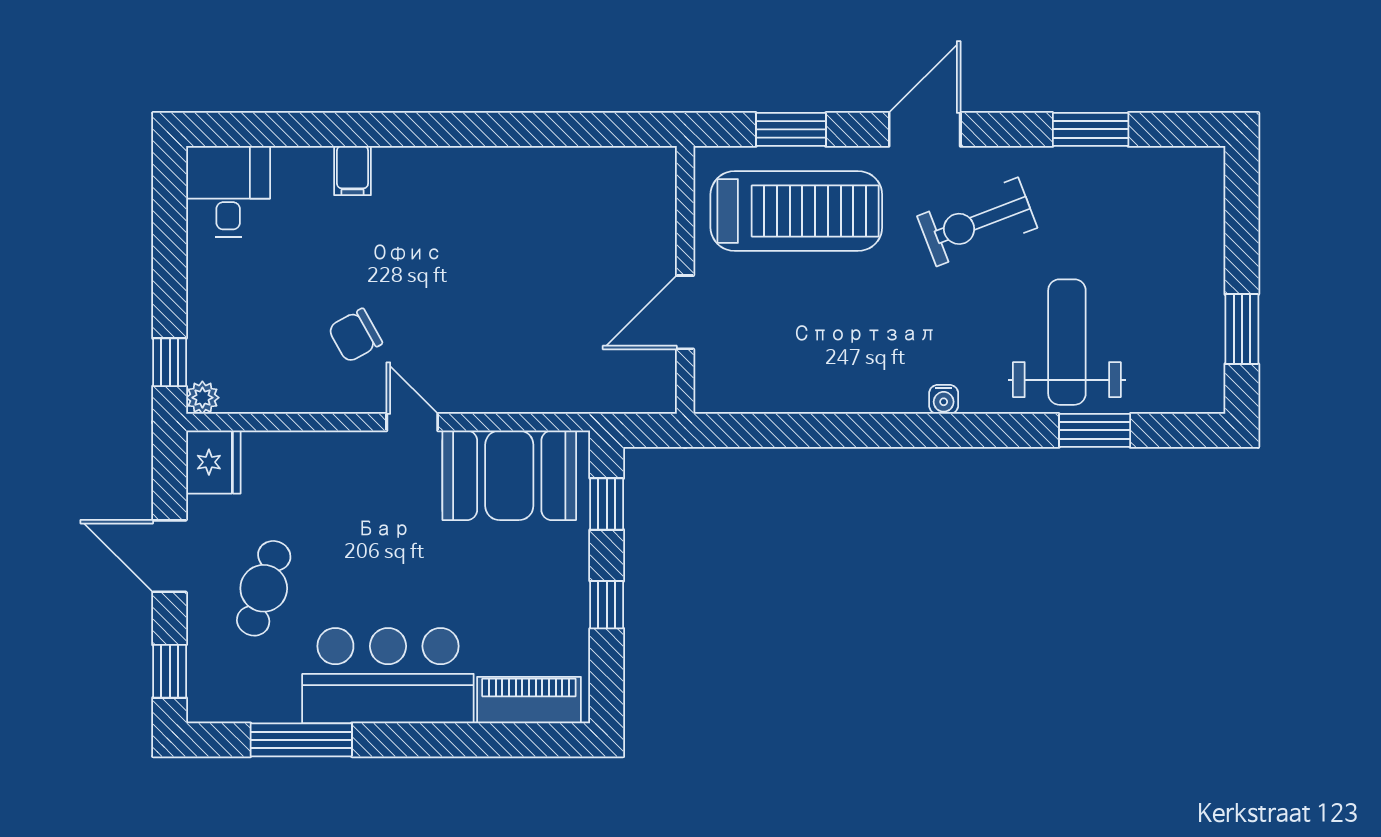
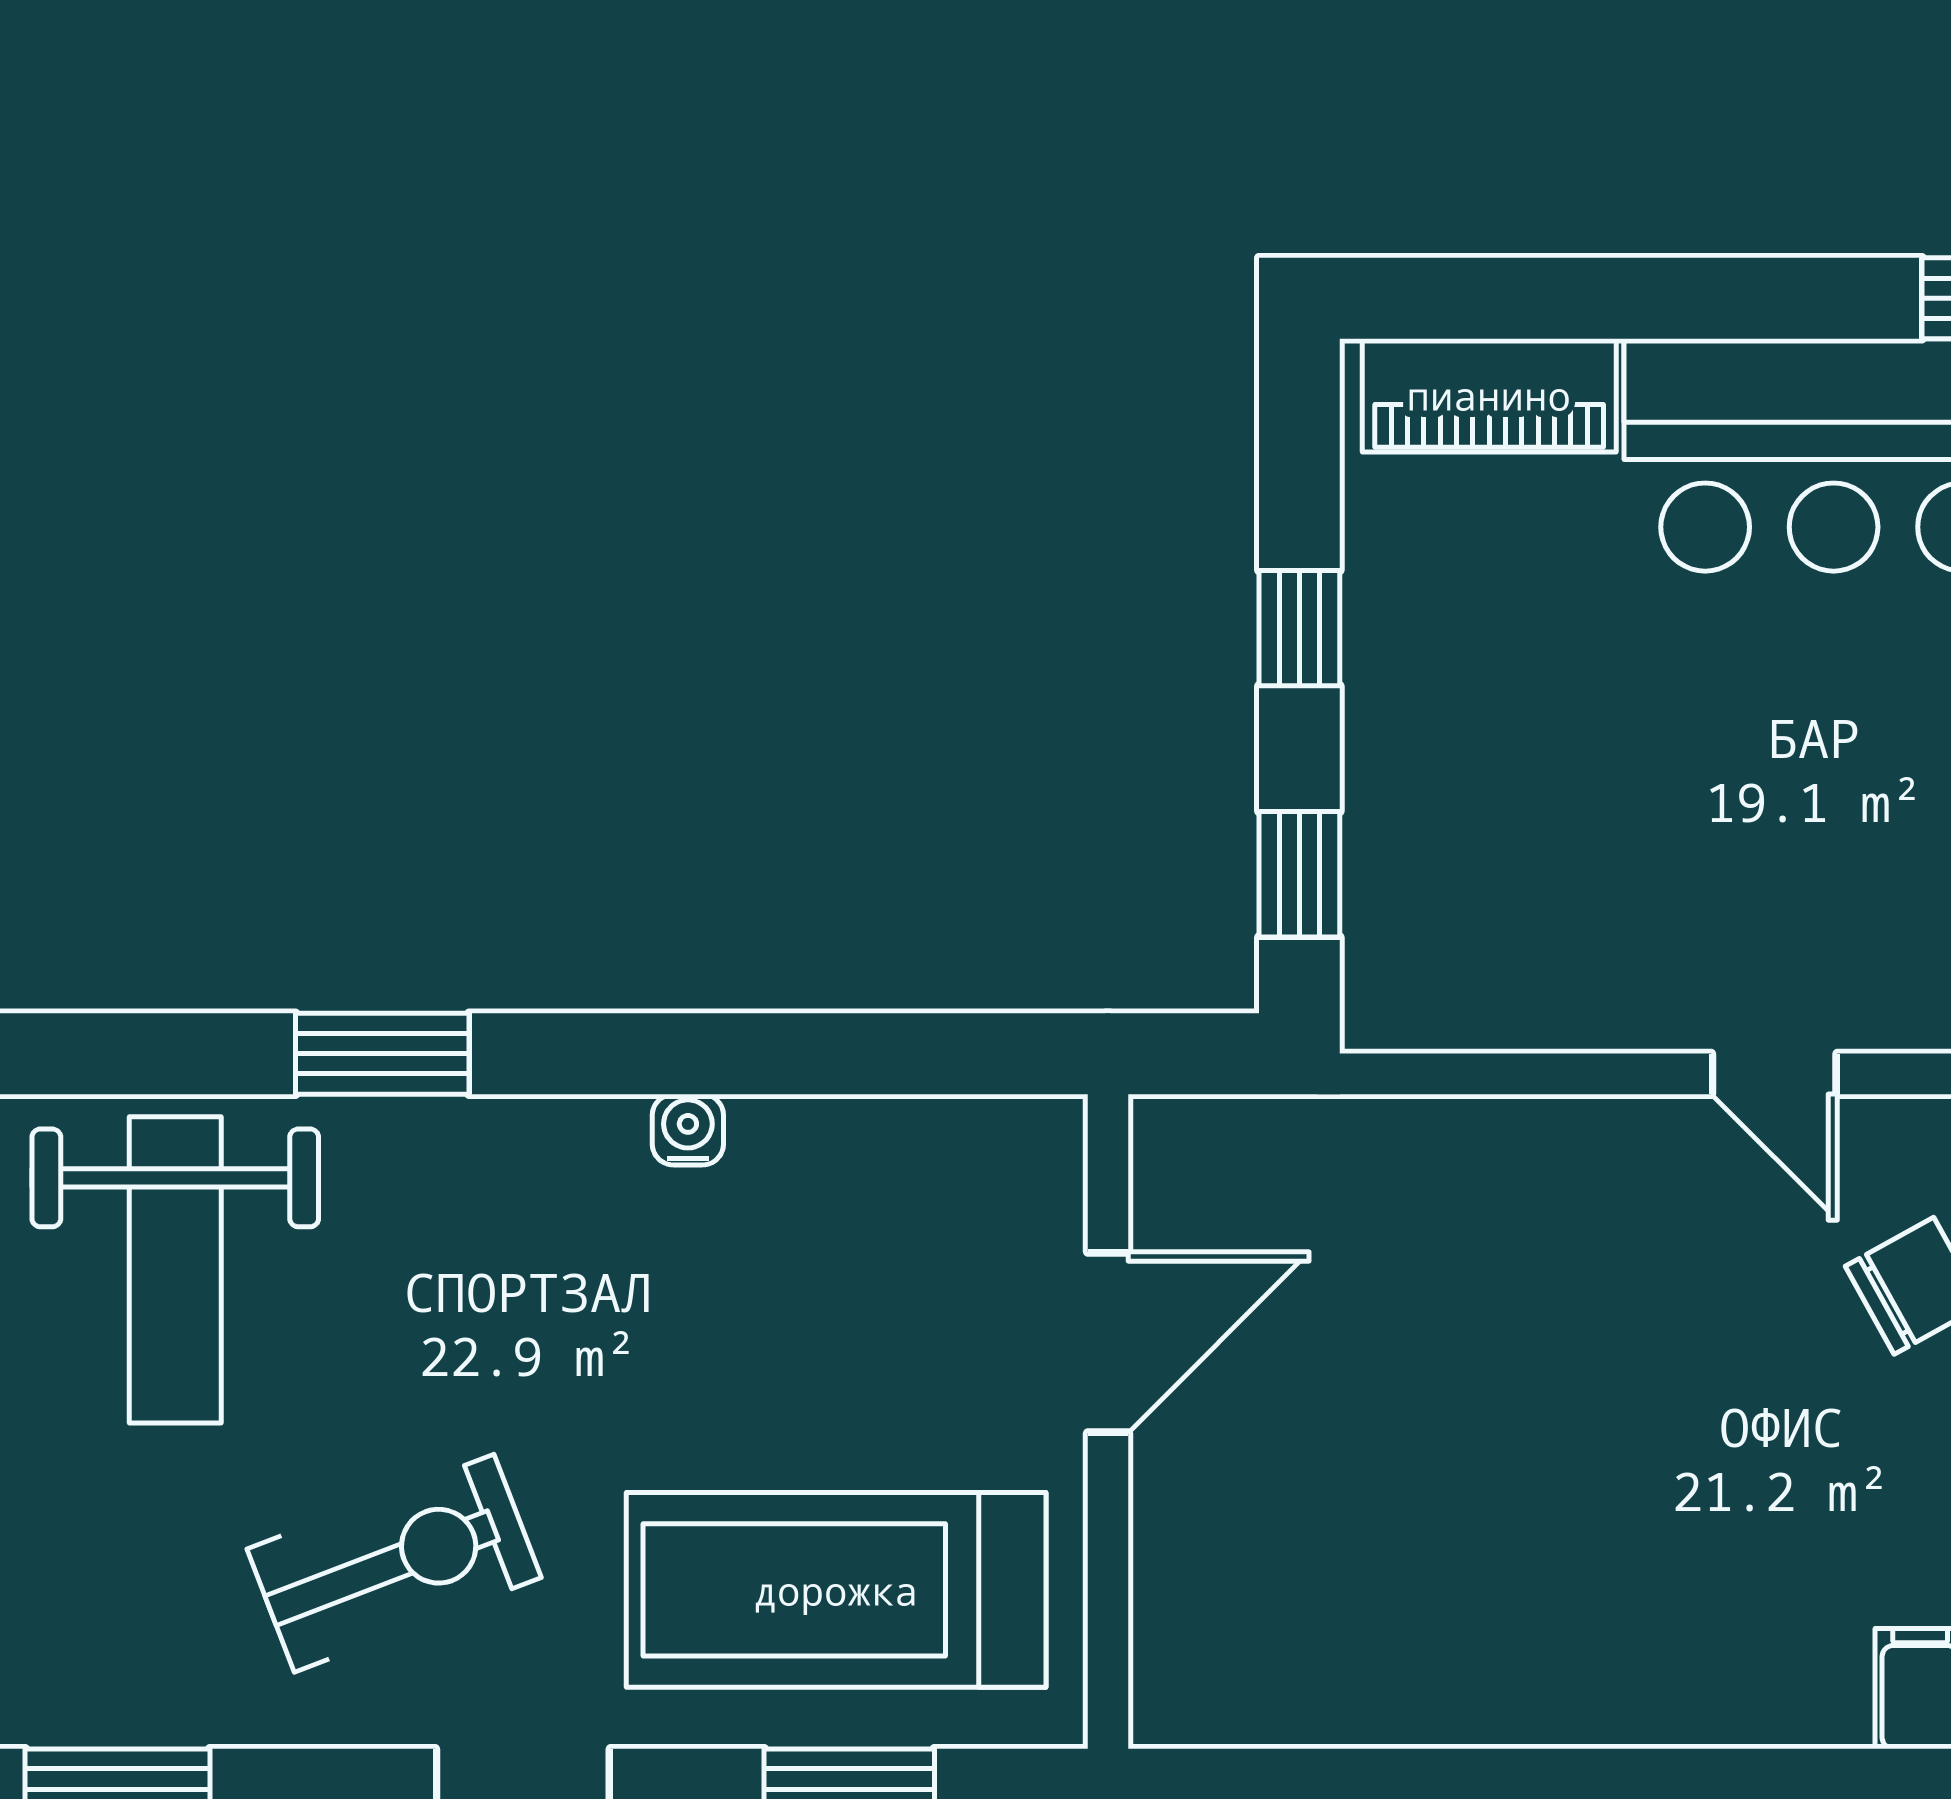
water cooler: (944, 399) -> (688, 1130), moved
window: (1095, 430) -> (382, 1054), moved
booth: (509, 475) -> (1537, 944), removed

